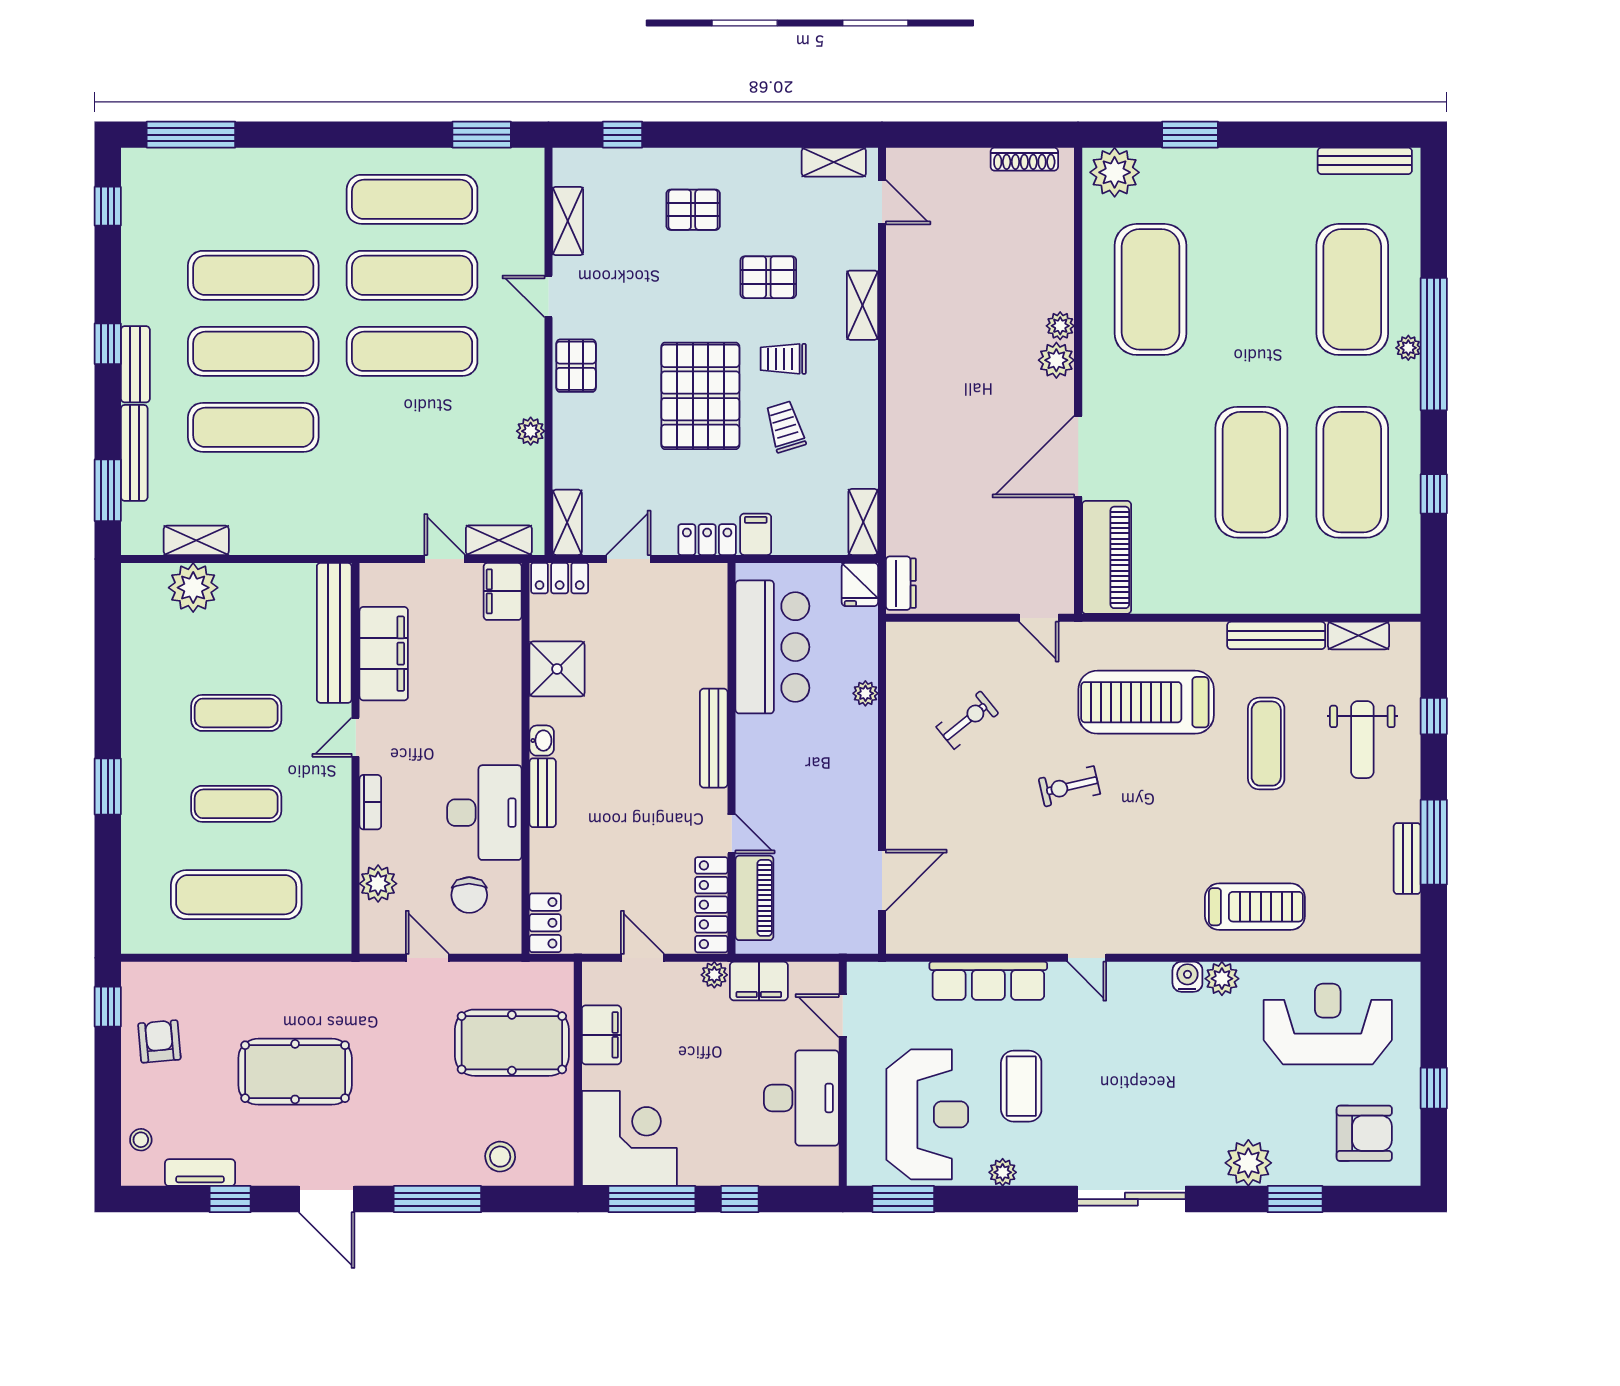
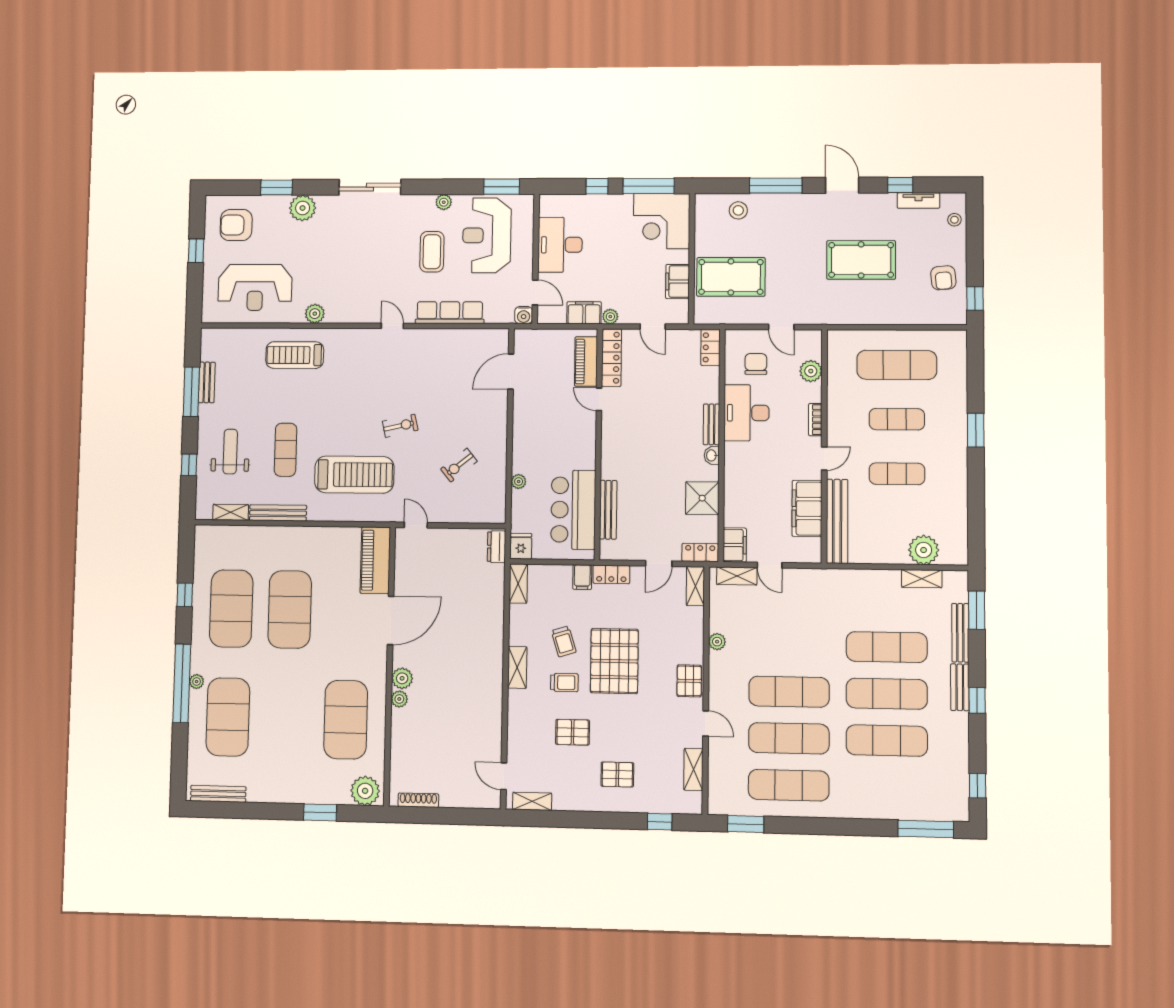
shelving: (862, 305) -> (517, 667), moved
bench: (714, 738) -> (608, 510), moved
water cooler: (1187, 977) -> (524, 315), moved

